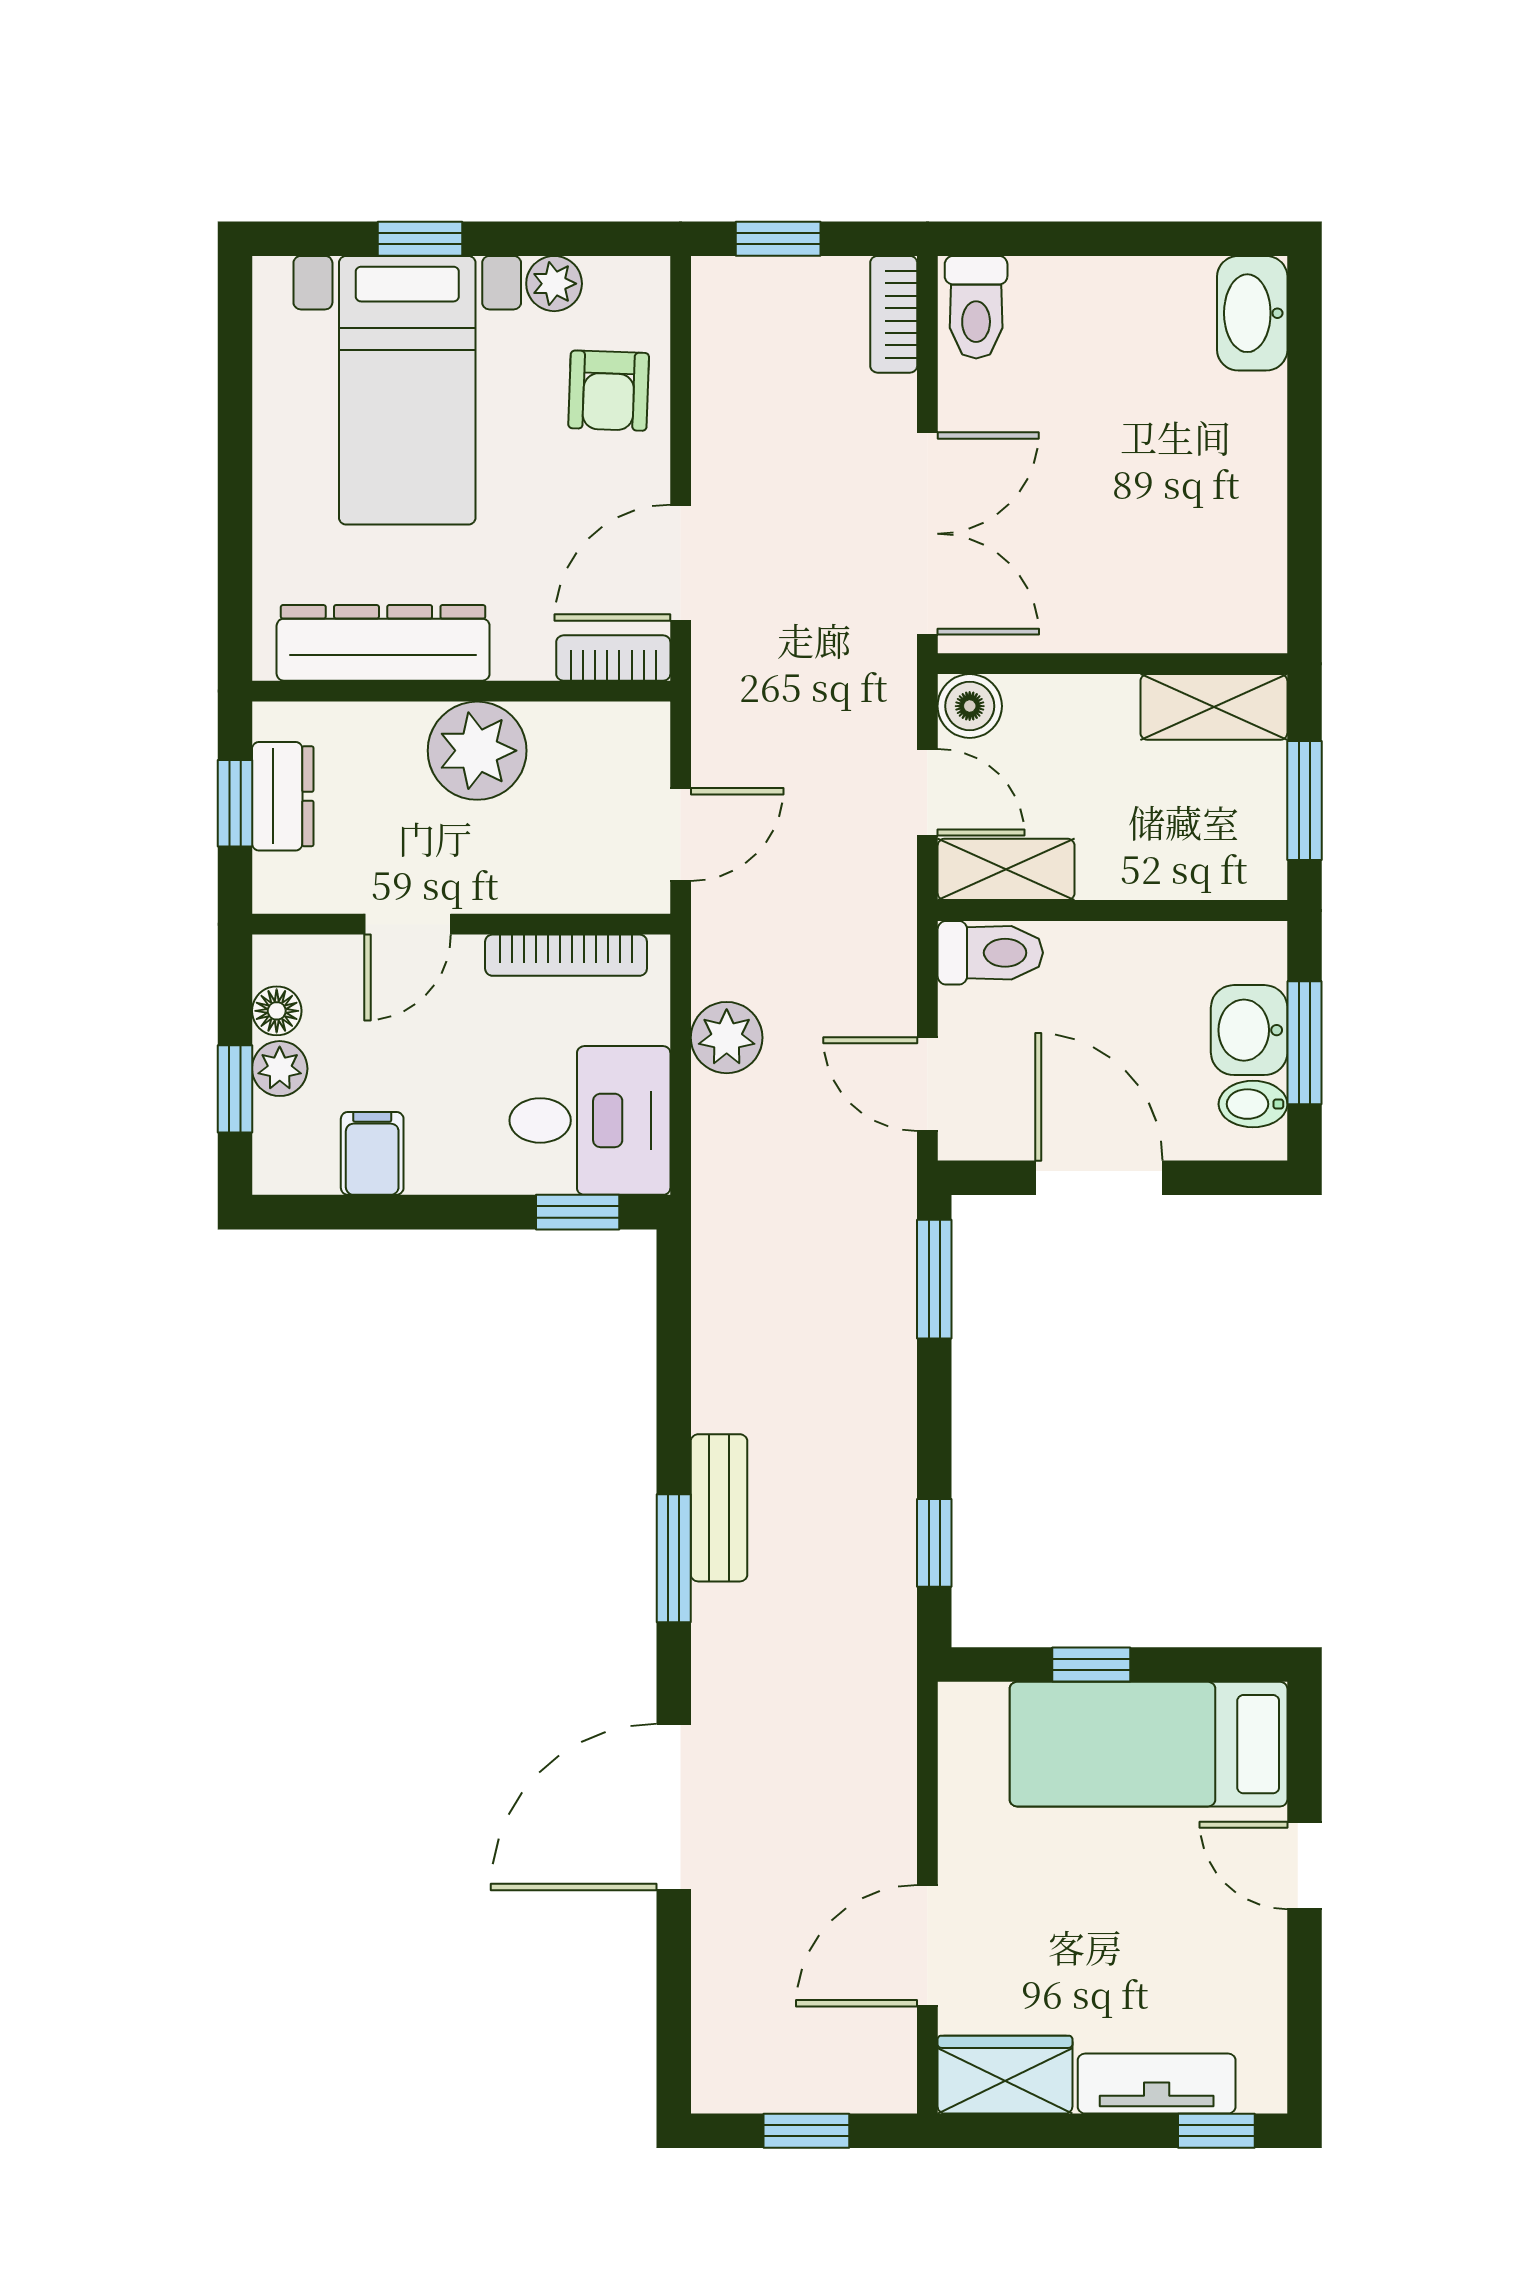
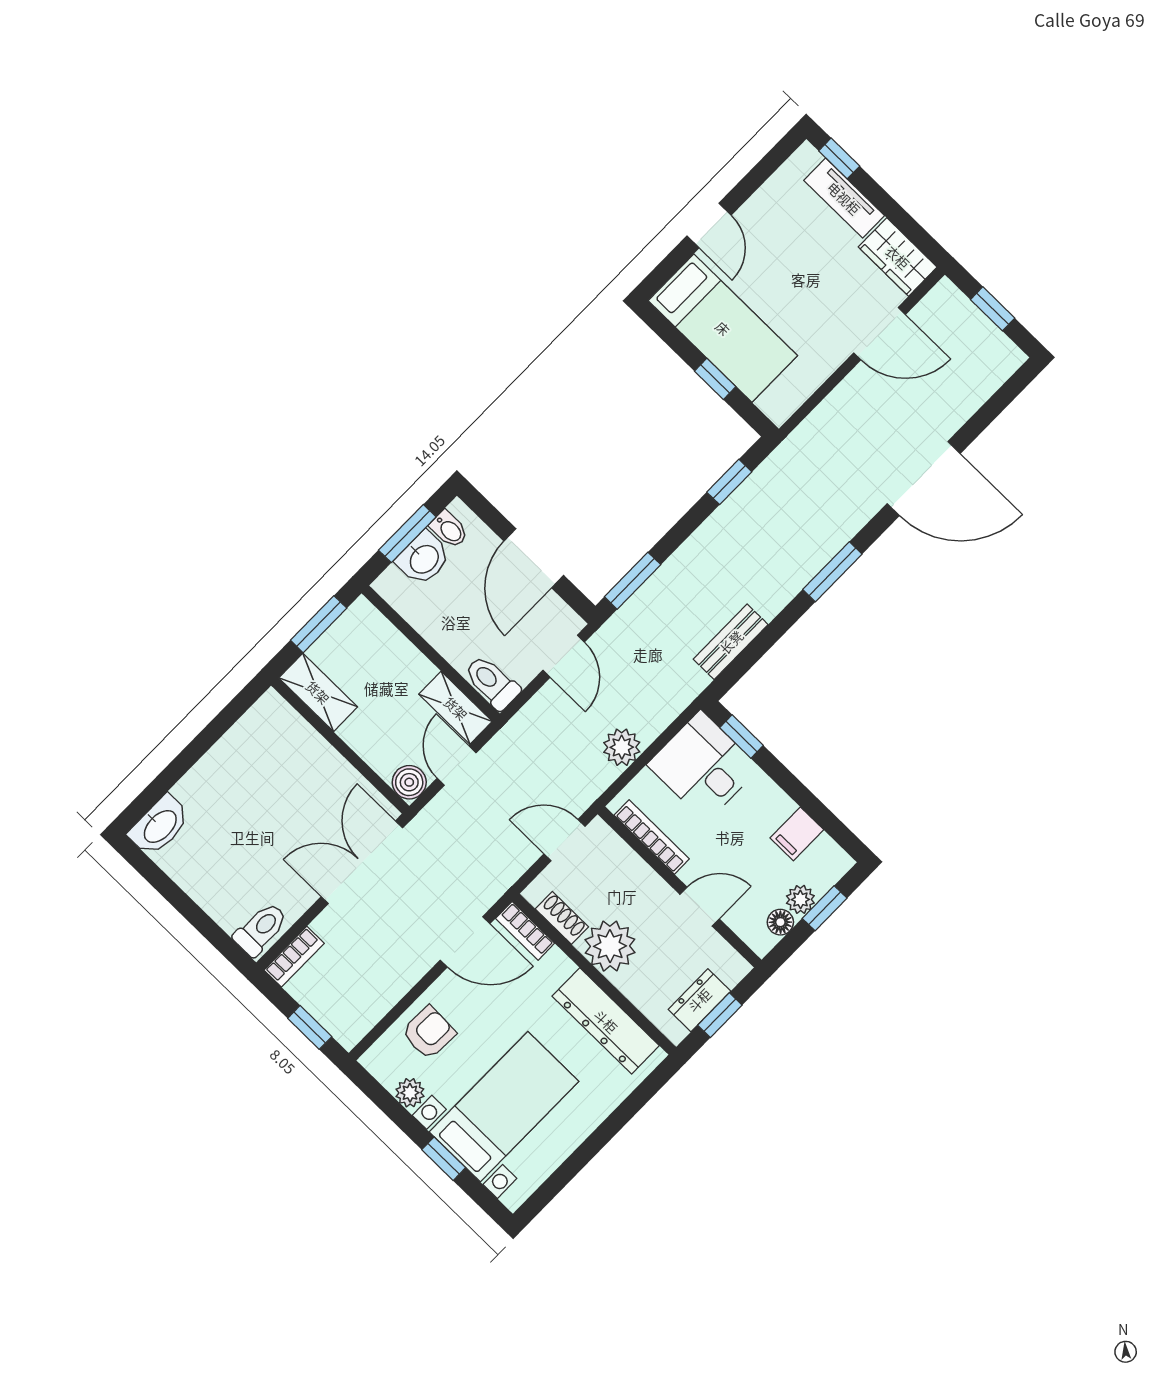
shoe rack: (580, 725) -> (562, 918), added
bench: (719, 1508) -> (731, 642), moved

